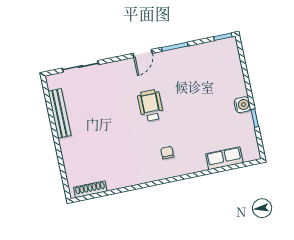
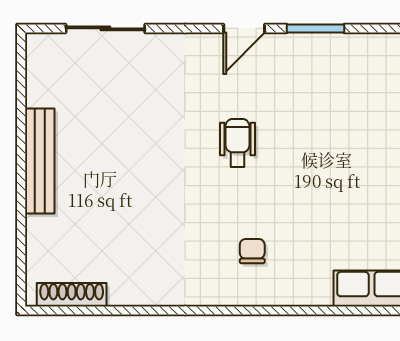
wheelchair: (150, 105) -> (237, 143), width x0.73, depth x0.73
bench: (59, 113) -> (40, 161), moved

